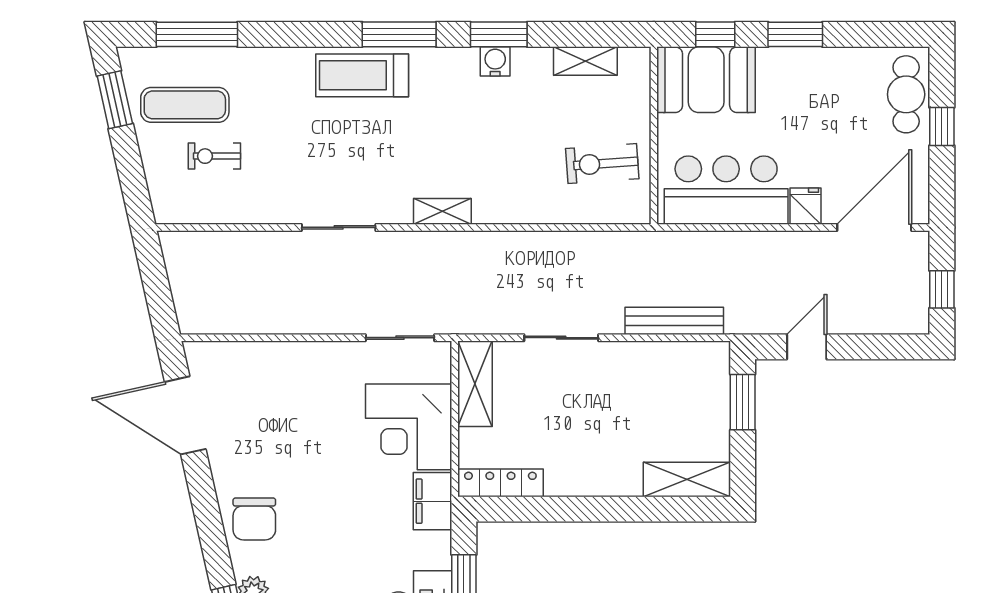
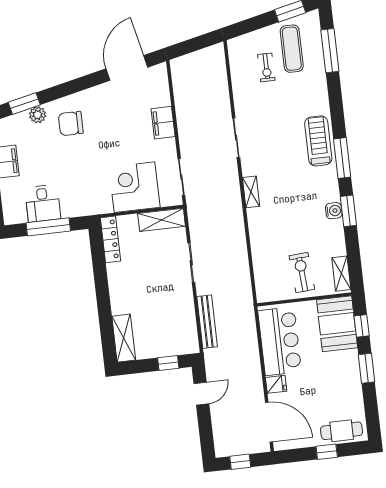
shelving: (585, 61) -> (341, 274), moved
exercise bike: (214, 156) -> (266, 67), turned 180
exercise bike: (602, 164) -> (302, 273), moved
door: (807, 347) -> (201, 394), hinge flipped
window: (743, 402) -> (168, 363), width x0.67
filing cabinet: (433, 501) -> (163, 123), moved, turned -90
chair: (254, 519) -> (71, 124), moved

